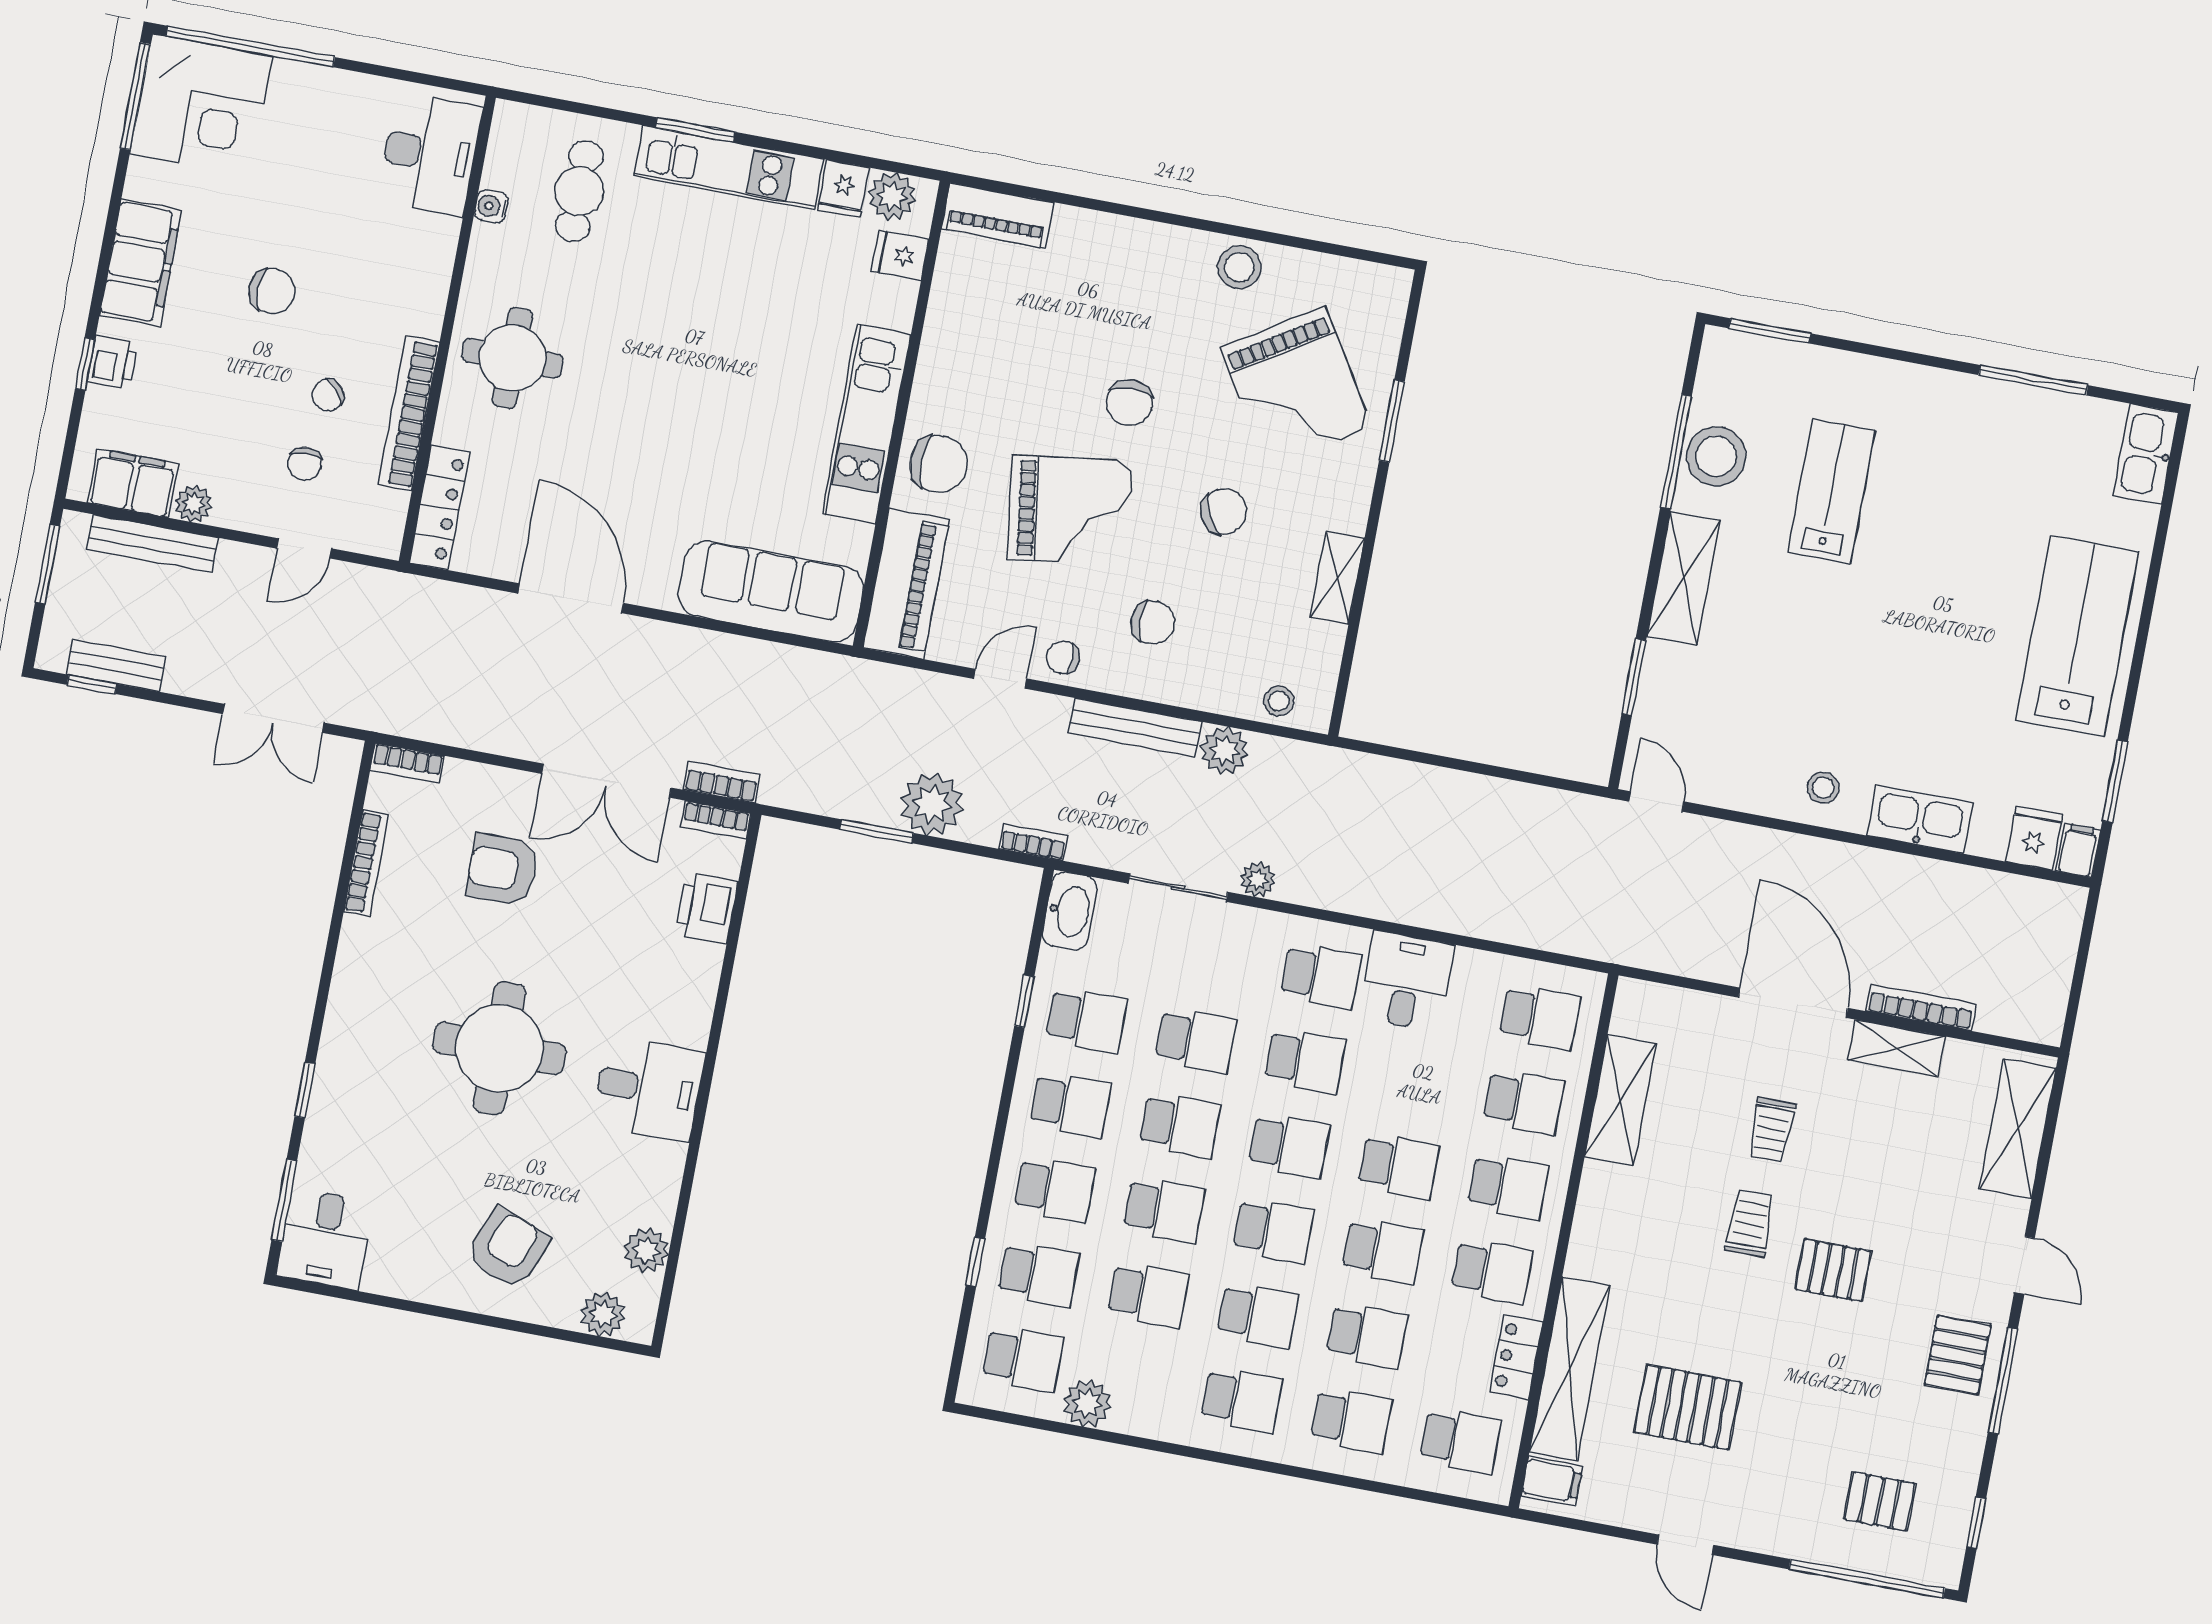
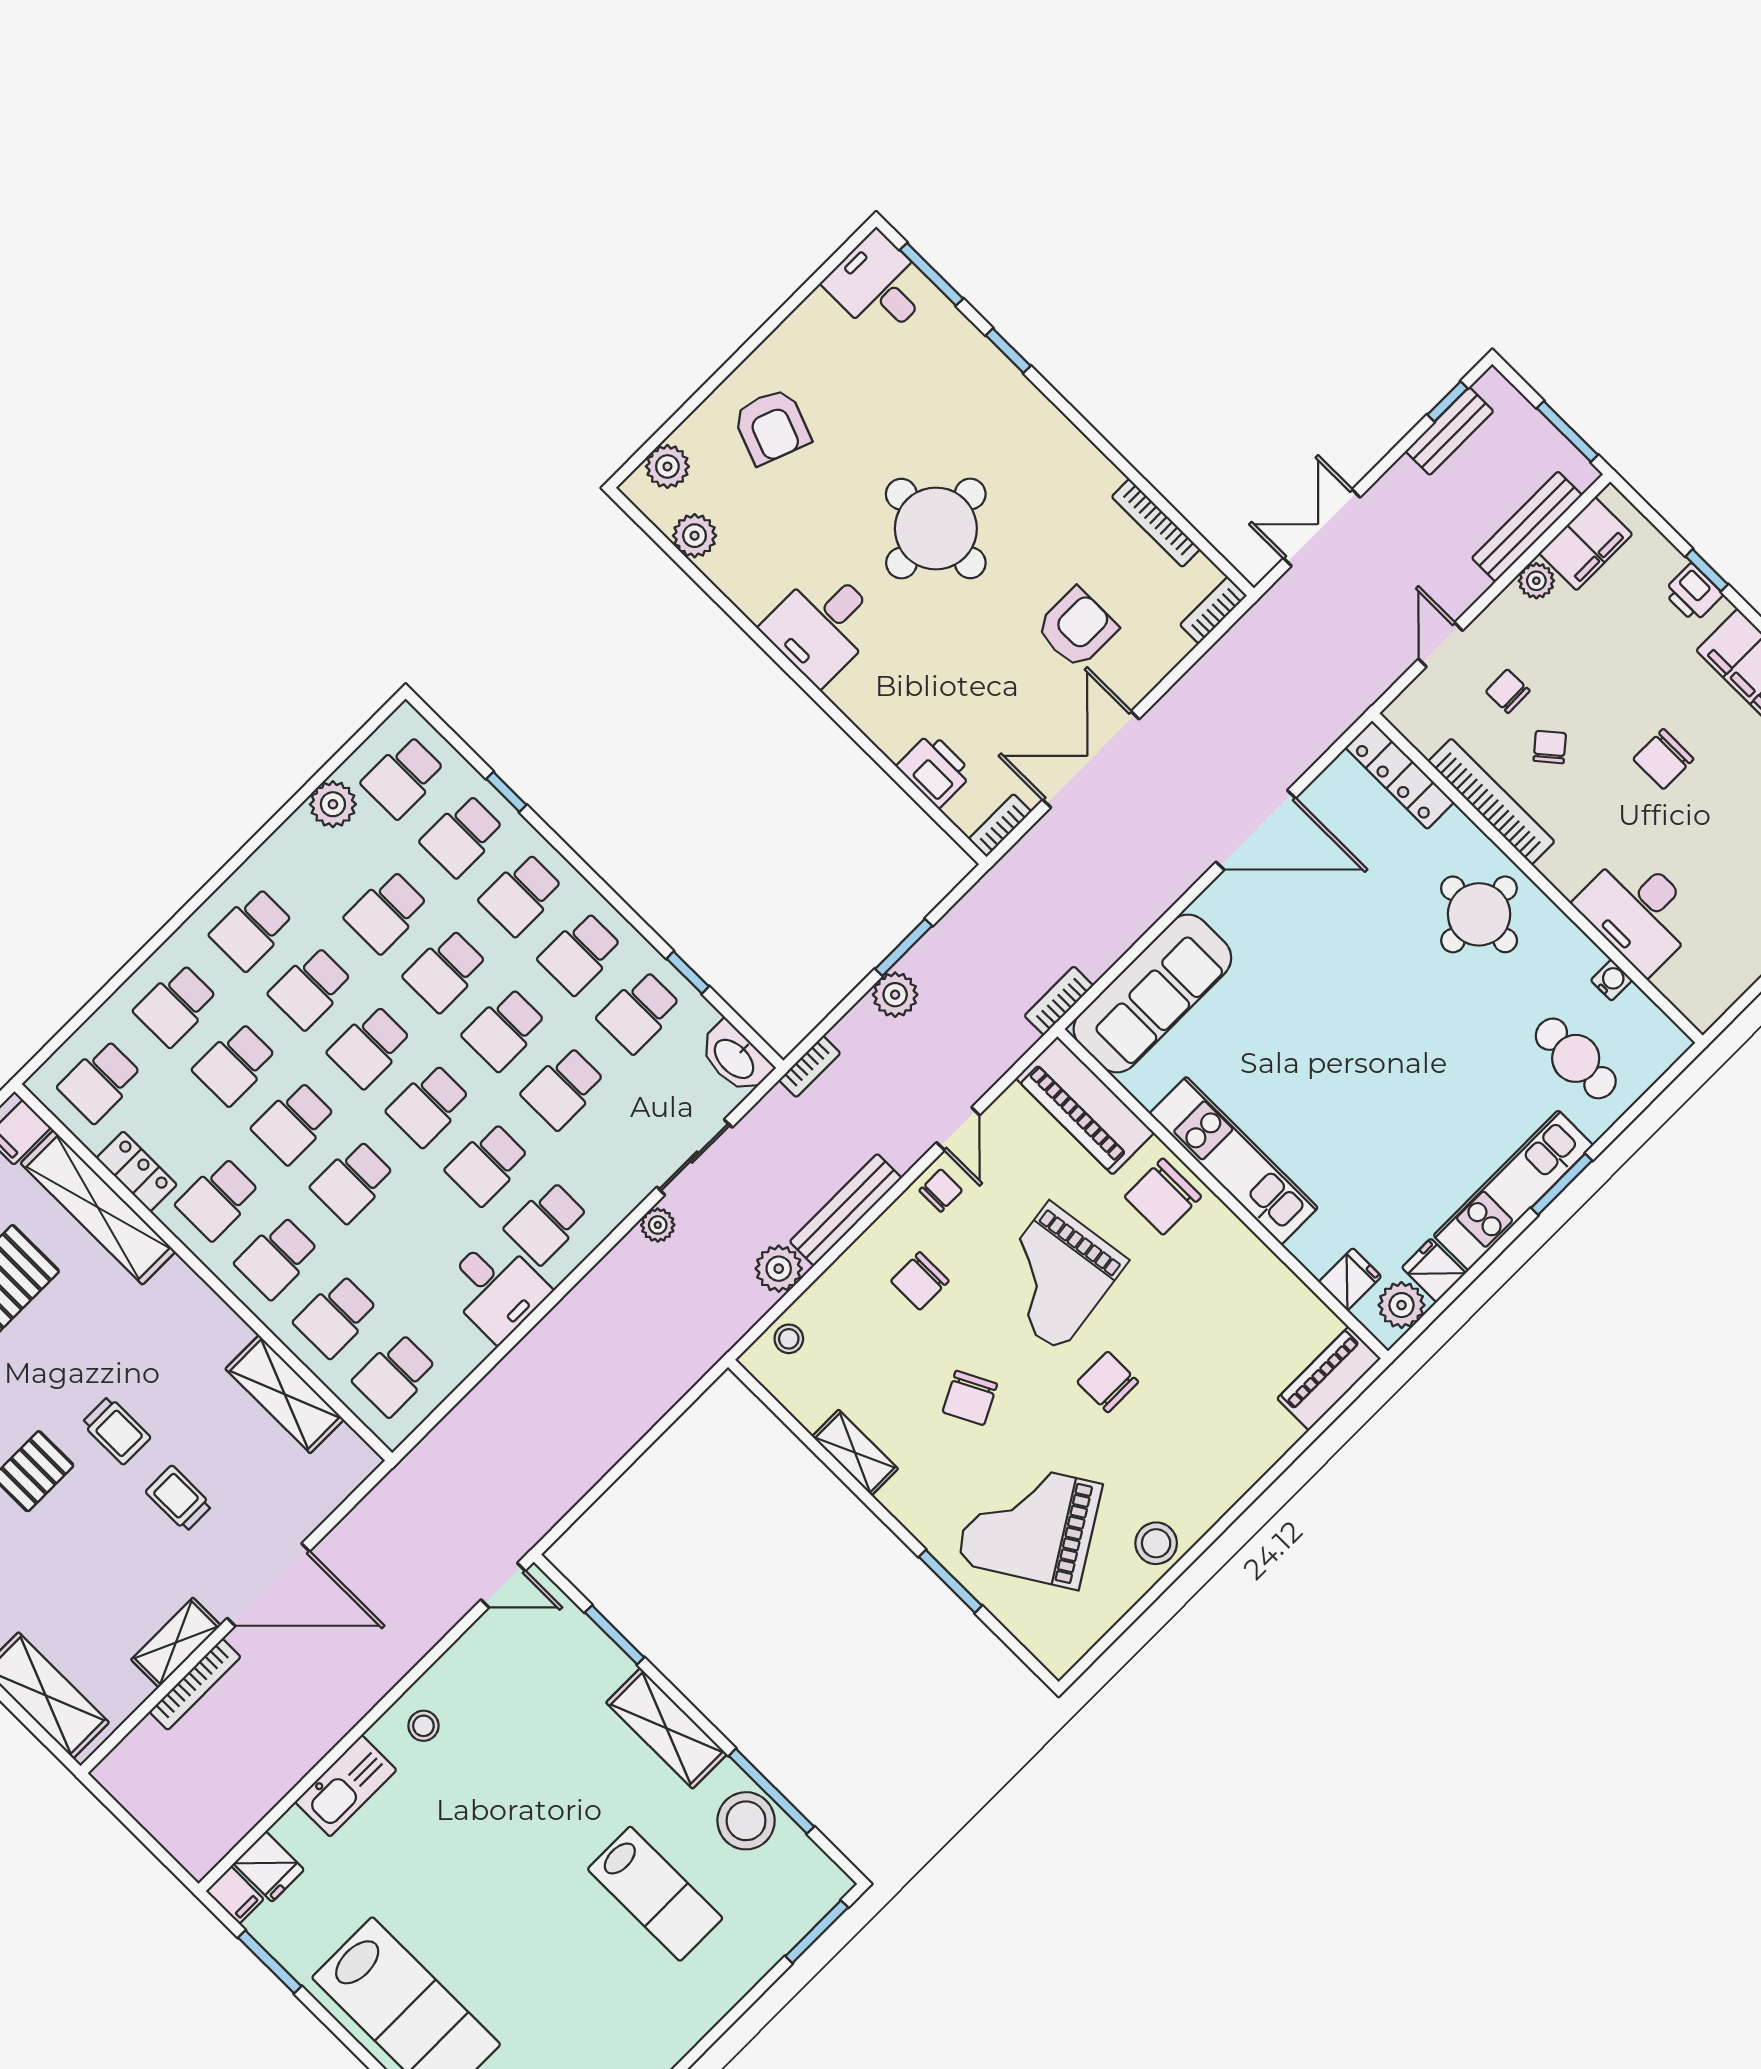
desk: (430, 154) -> (1639, 911), moved
bookcase: (722, 782) -> (1059, 1001), moved, turned 180
plant: (932, 804) -> (895, 995), width x0.73, depth x0.73

